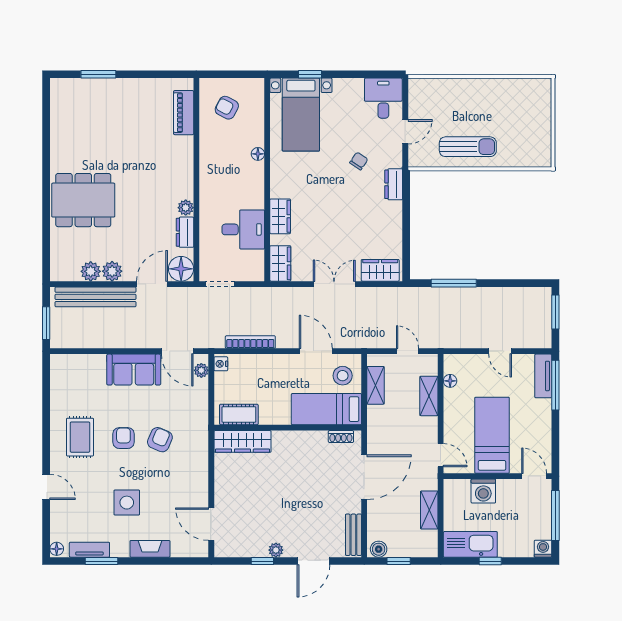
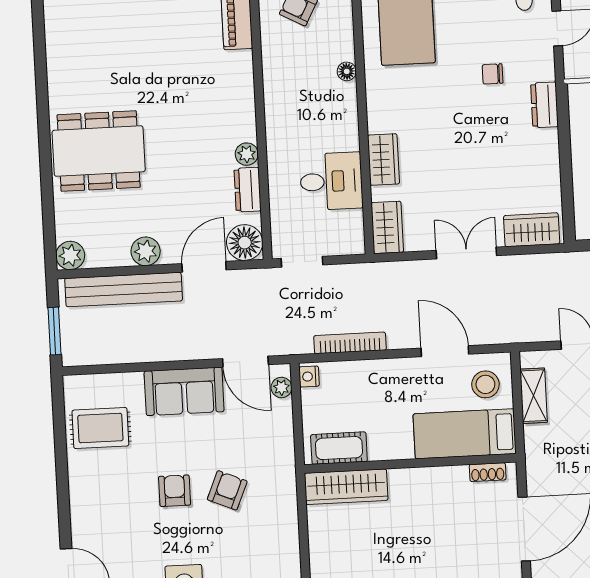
chair: (359, 161) -> (493, 74), turned -124
plant: (91, 271) -> (70, 255), moved
rug: (80, 437) -> (100, 428), moved, turned 90

